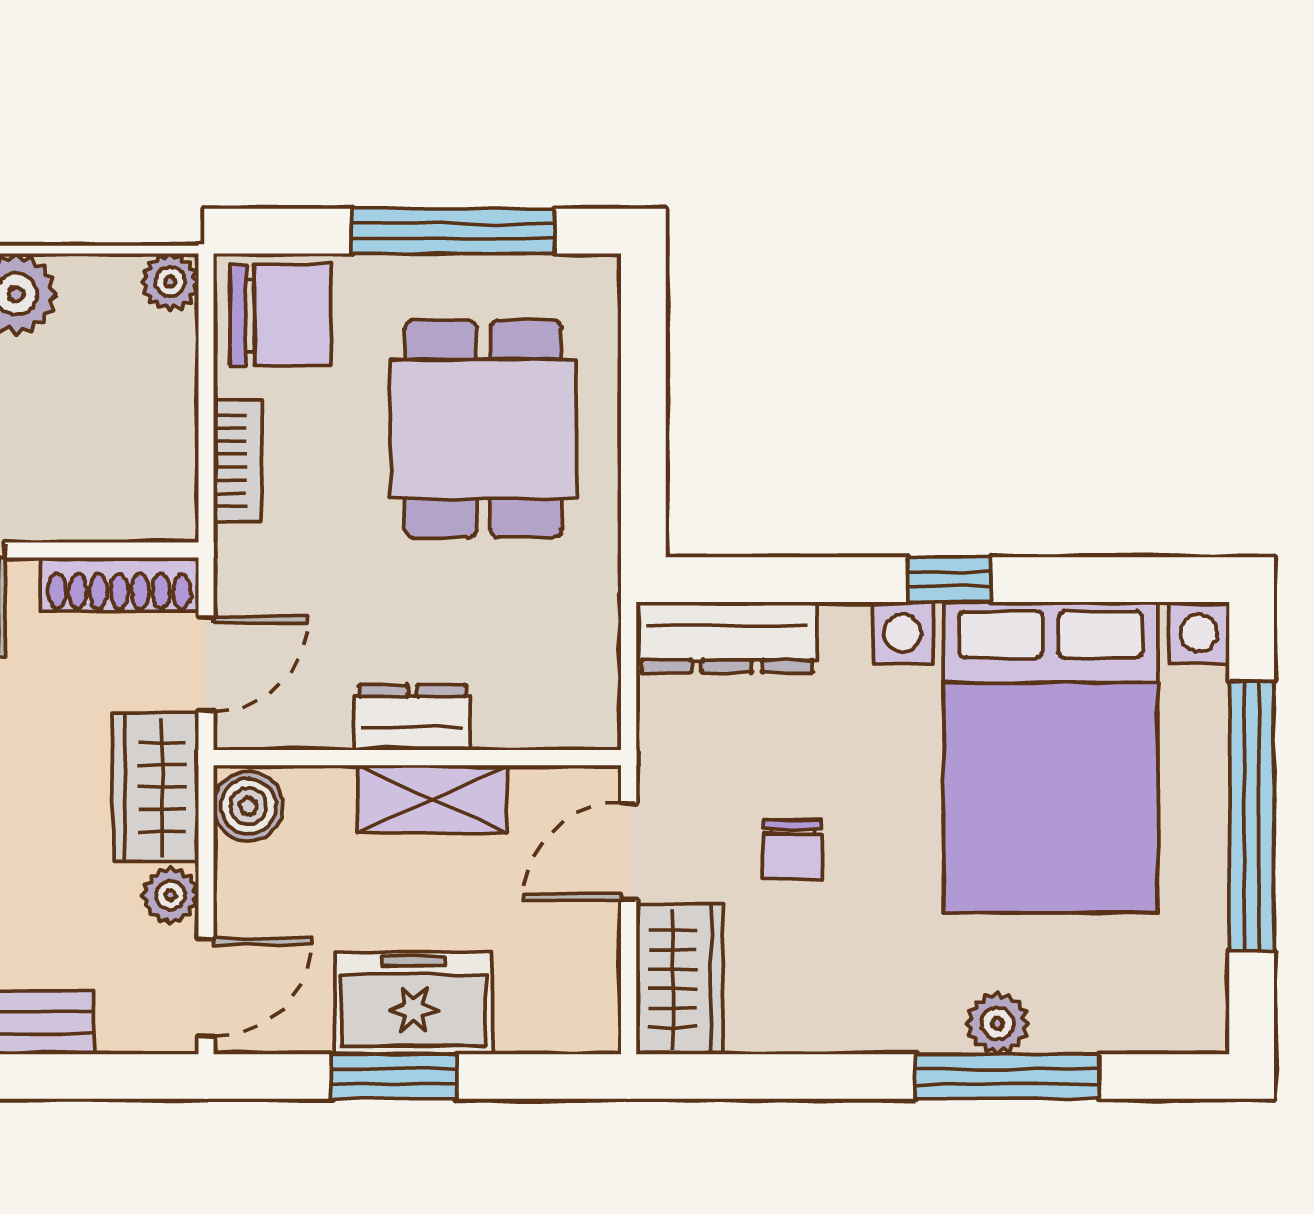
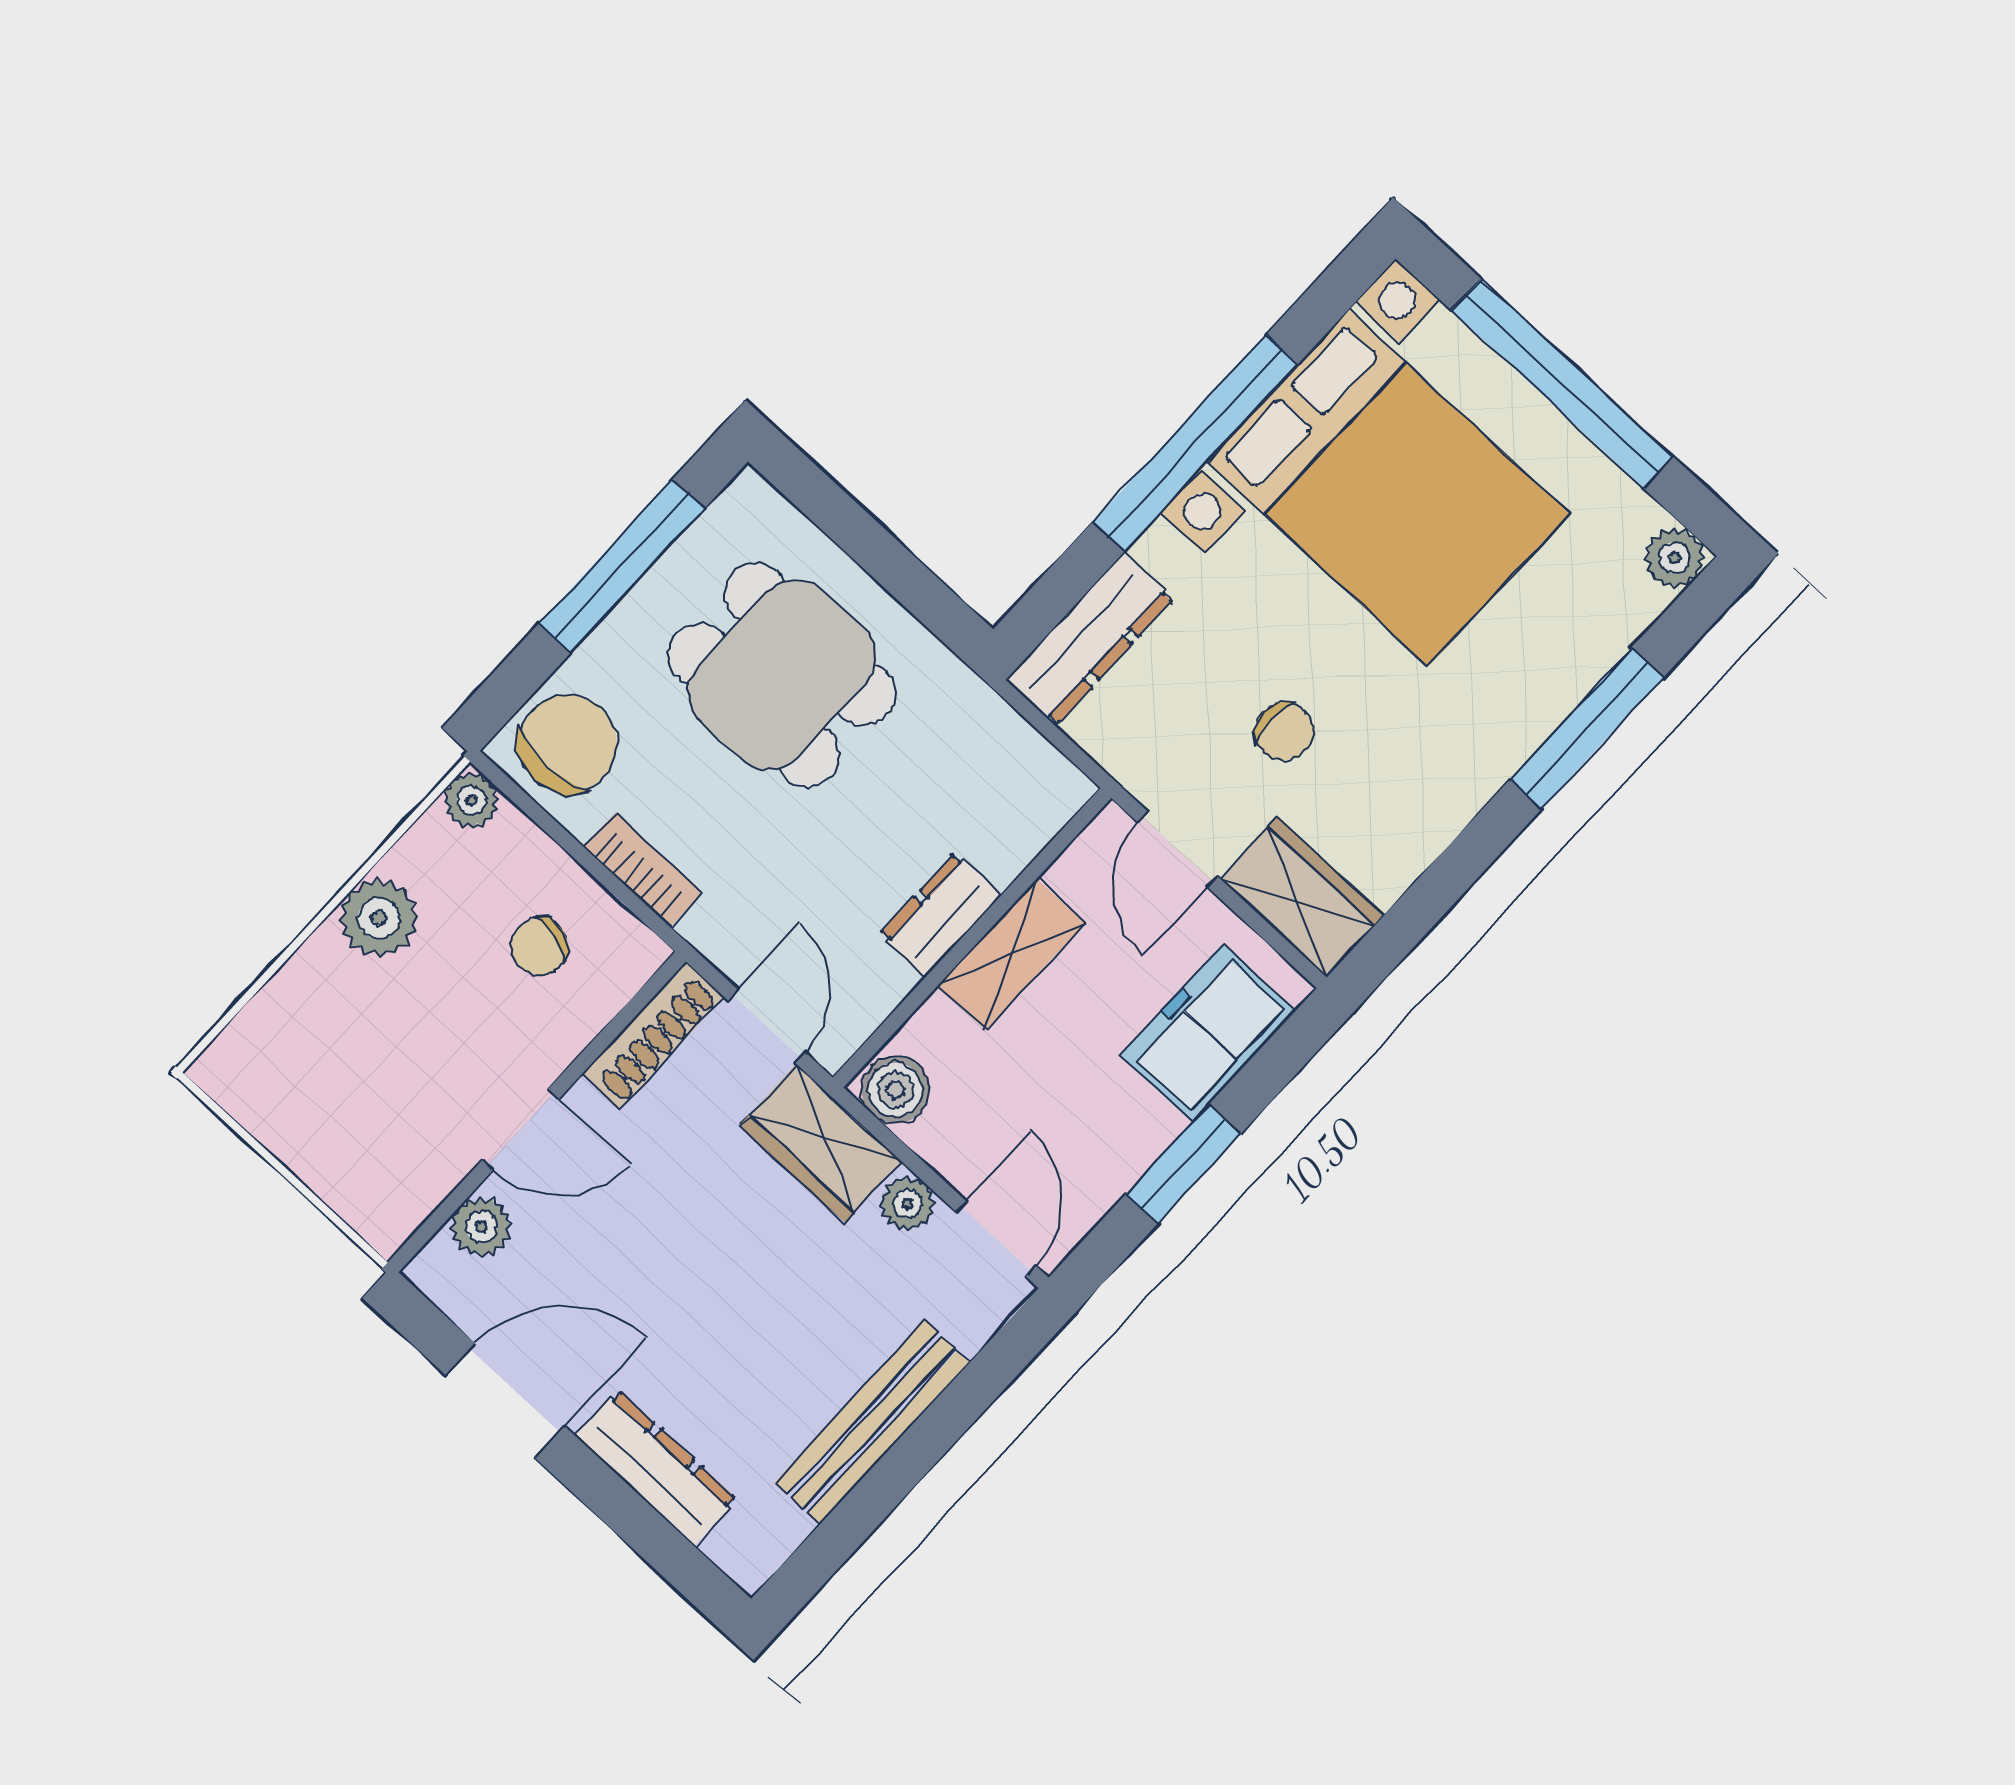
chair: (107, 436) -> (540, 947), added
window: (949, 580) -> (1195, 443), width x3.17
freezer: (414, 1003) -> (1208, 1033), moved
plant: (998, 1023) -> (1675, 558), moved

